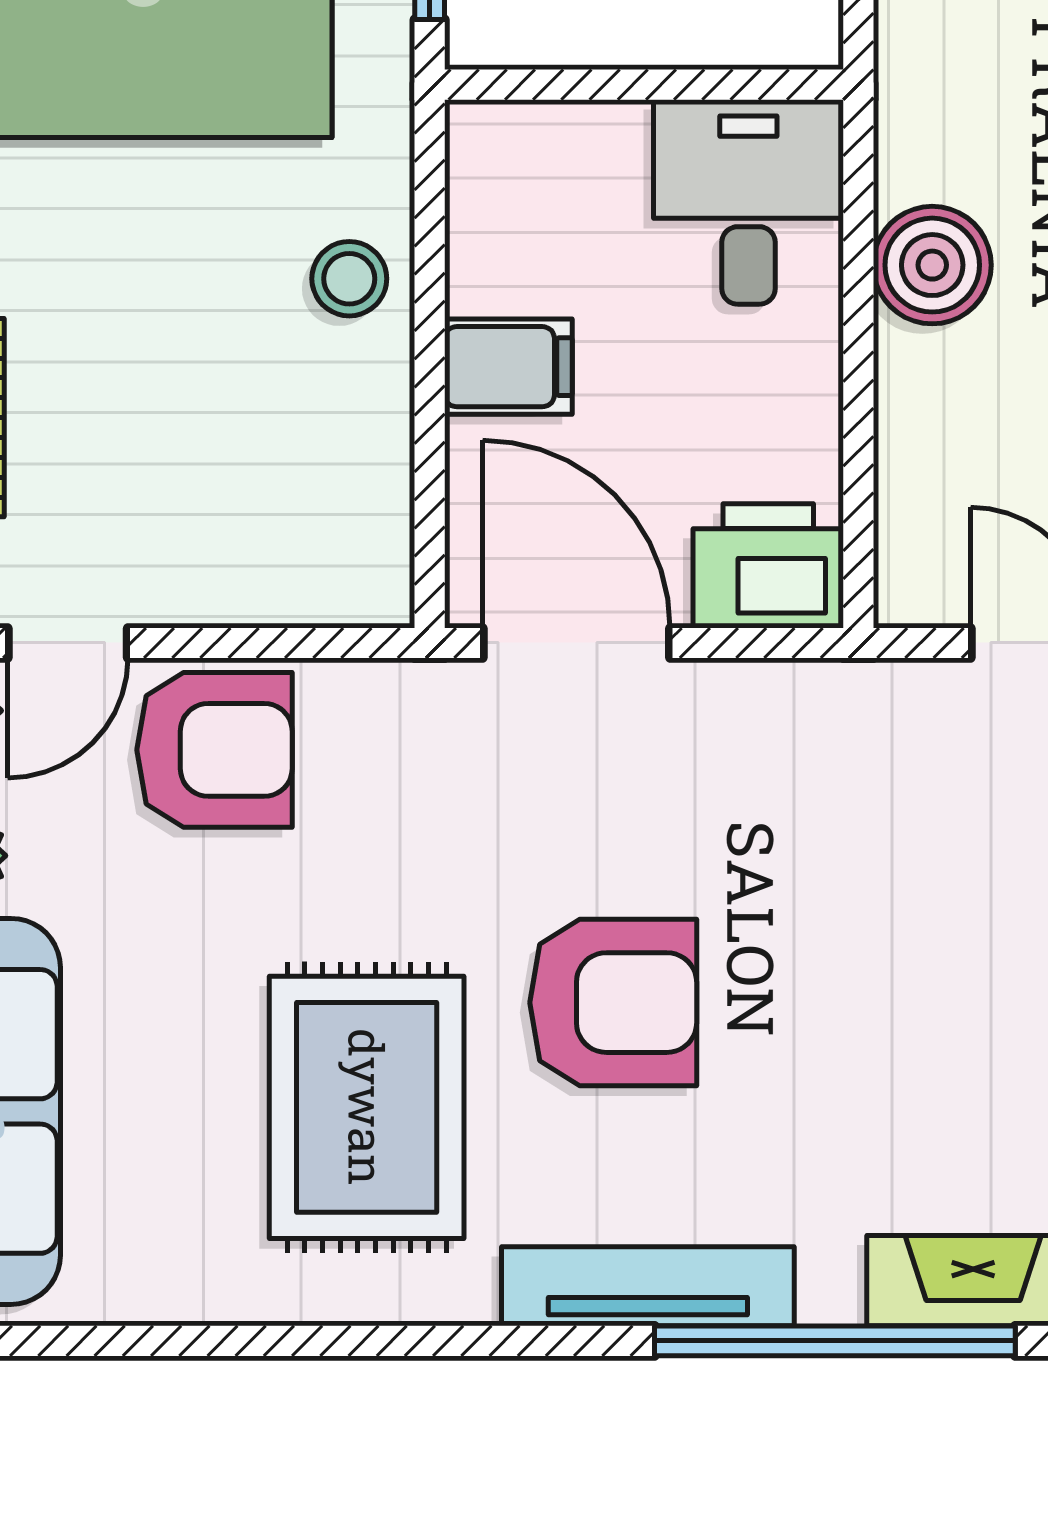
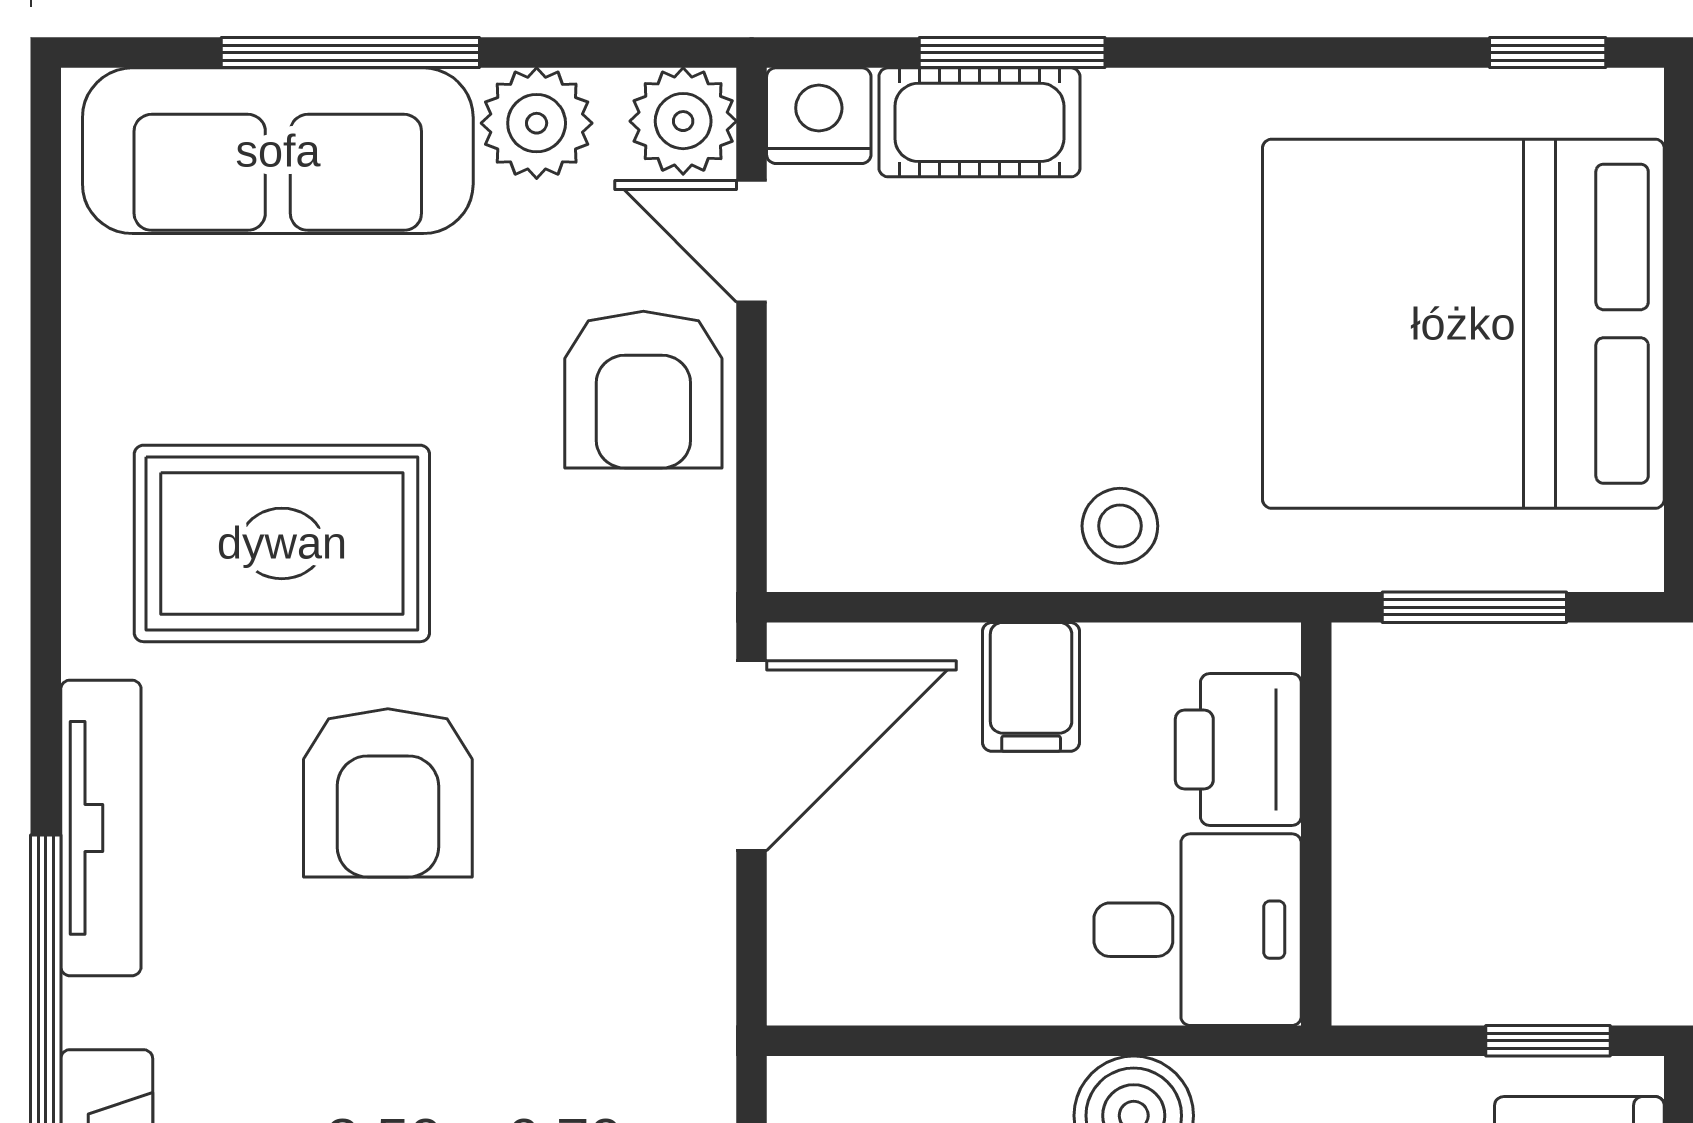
printer: (768, 566) -> (1238, 750), moved, turned 180

